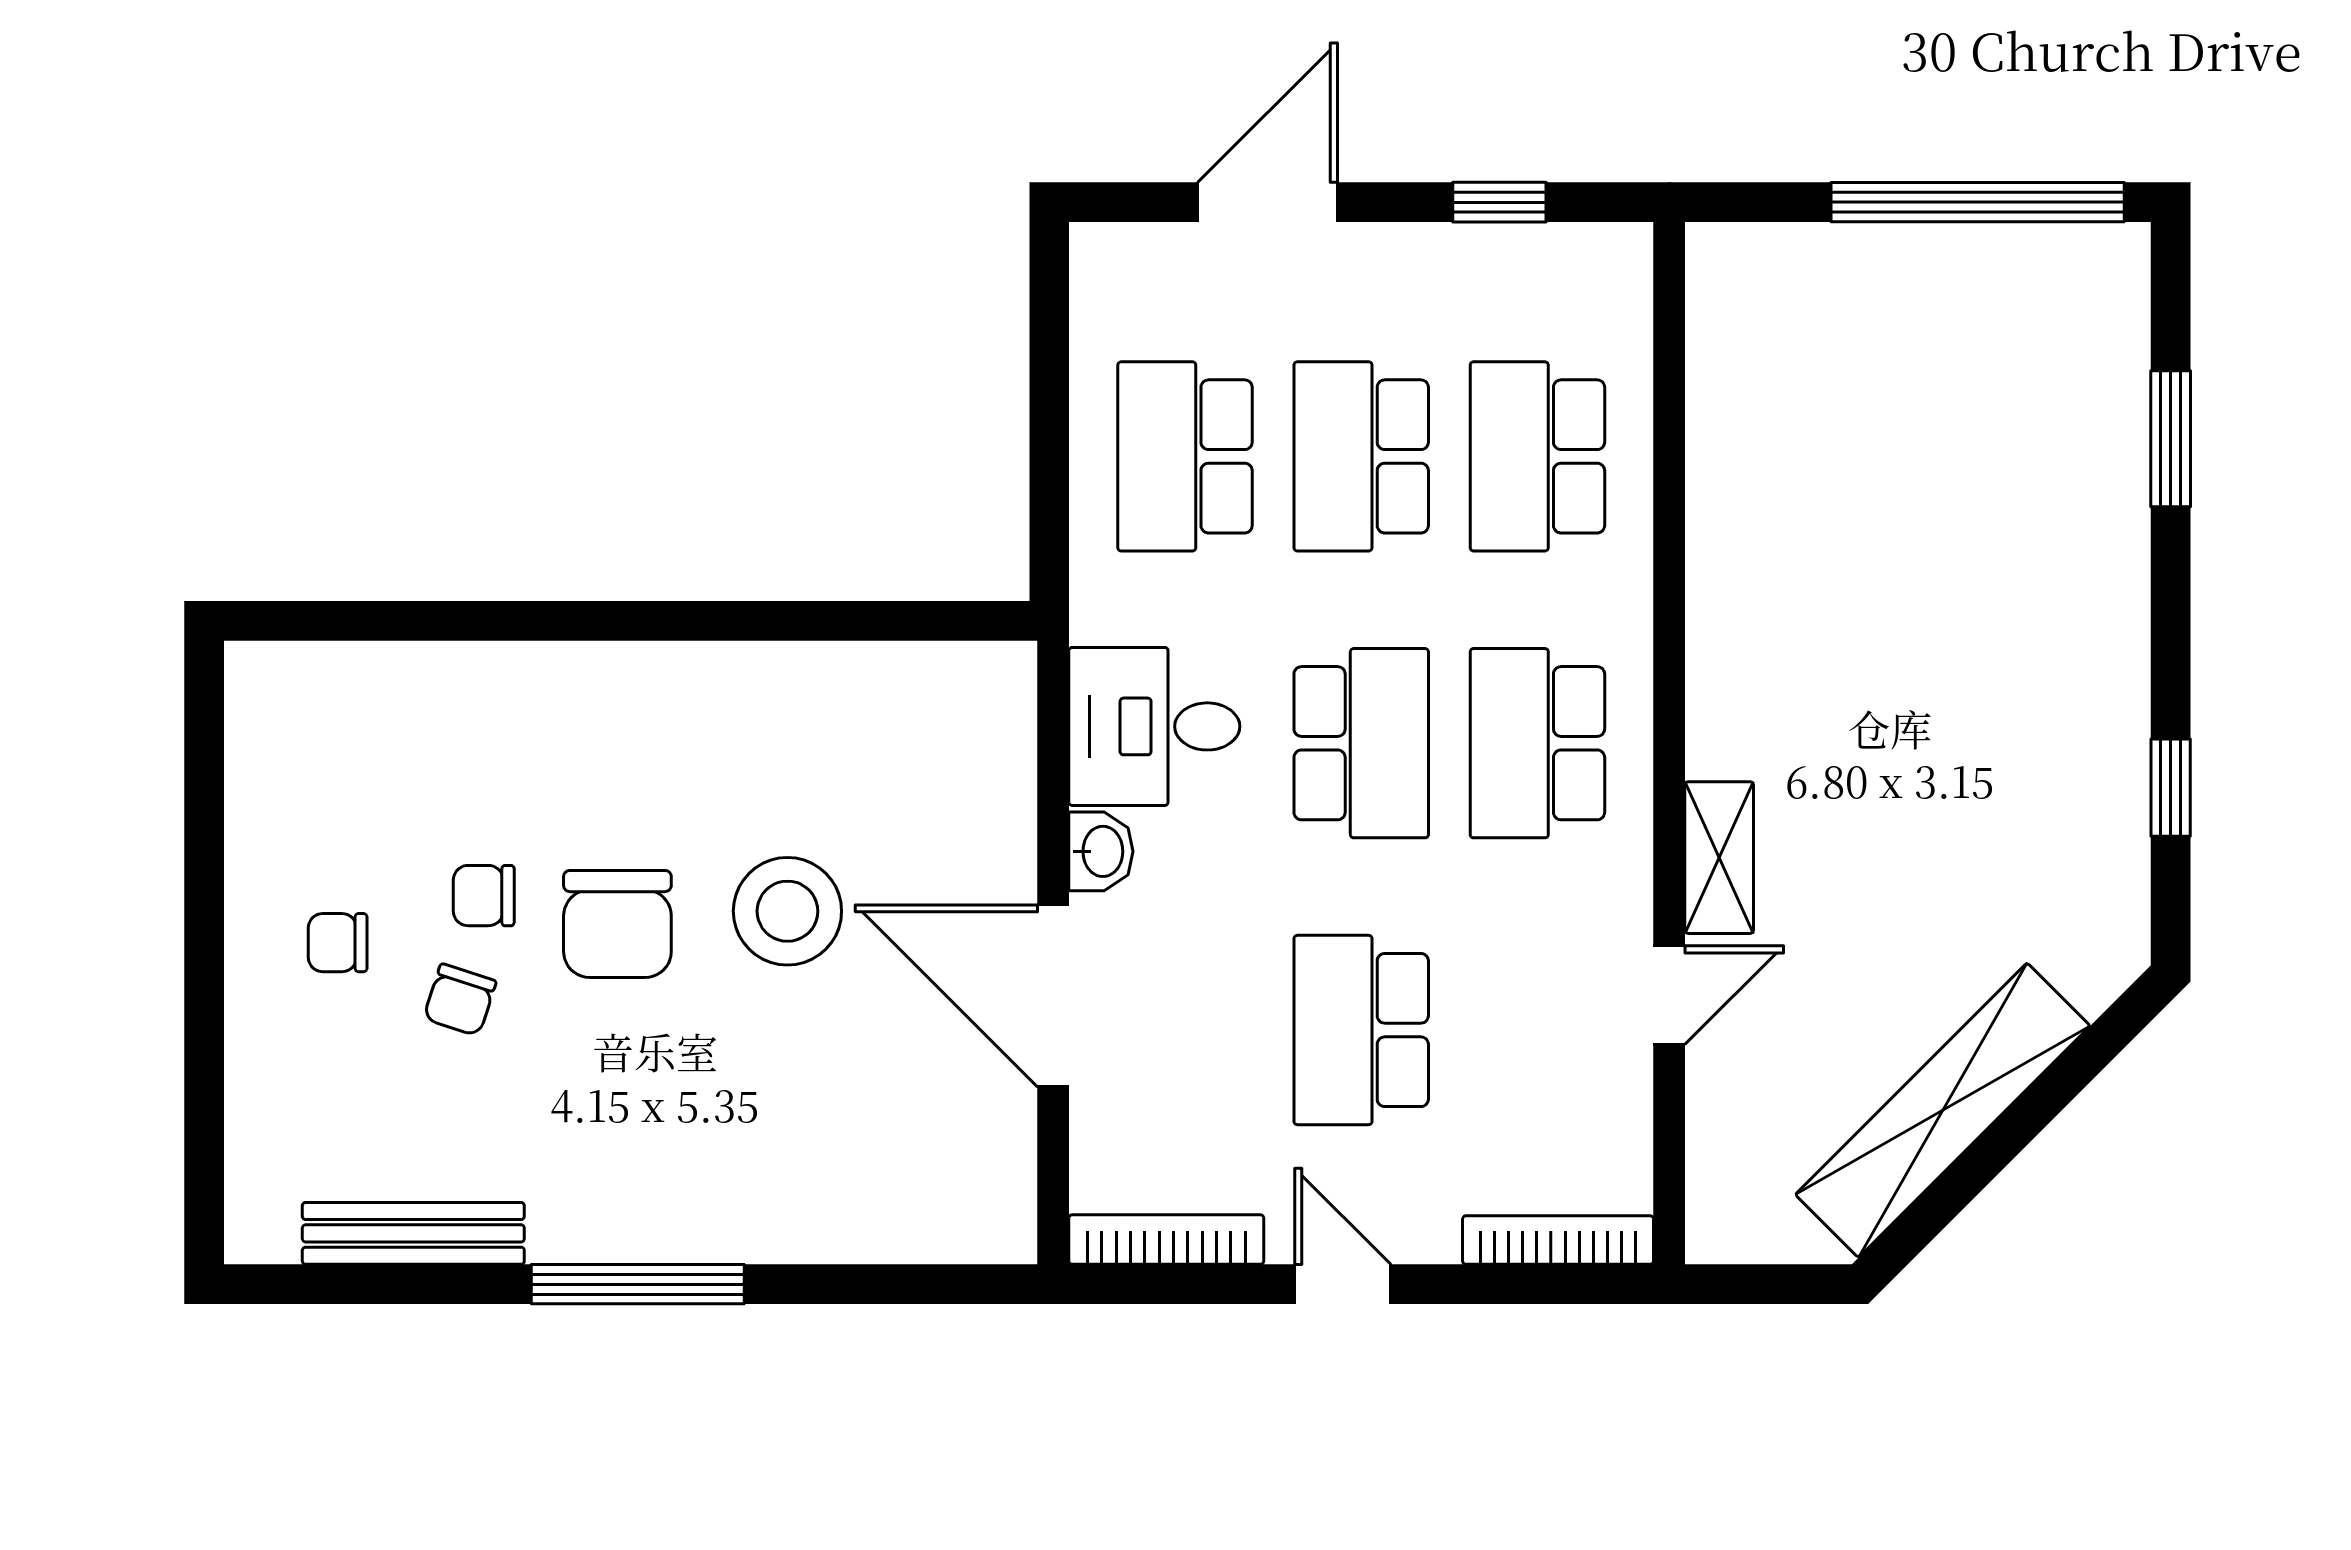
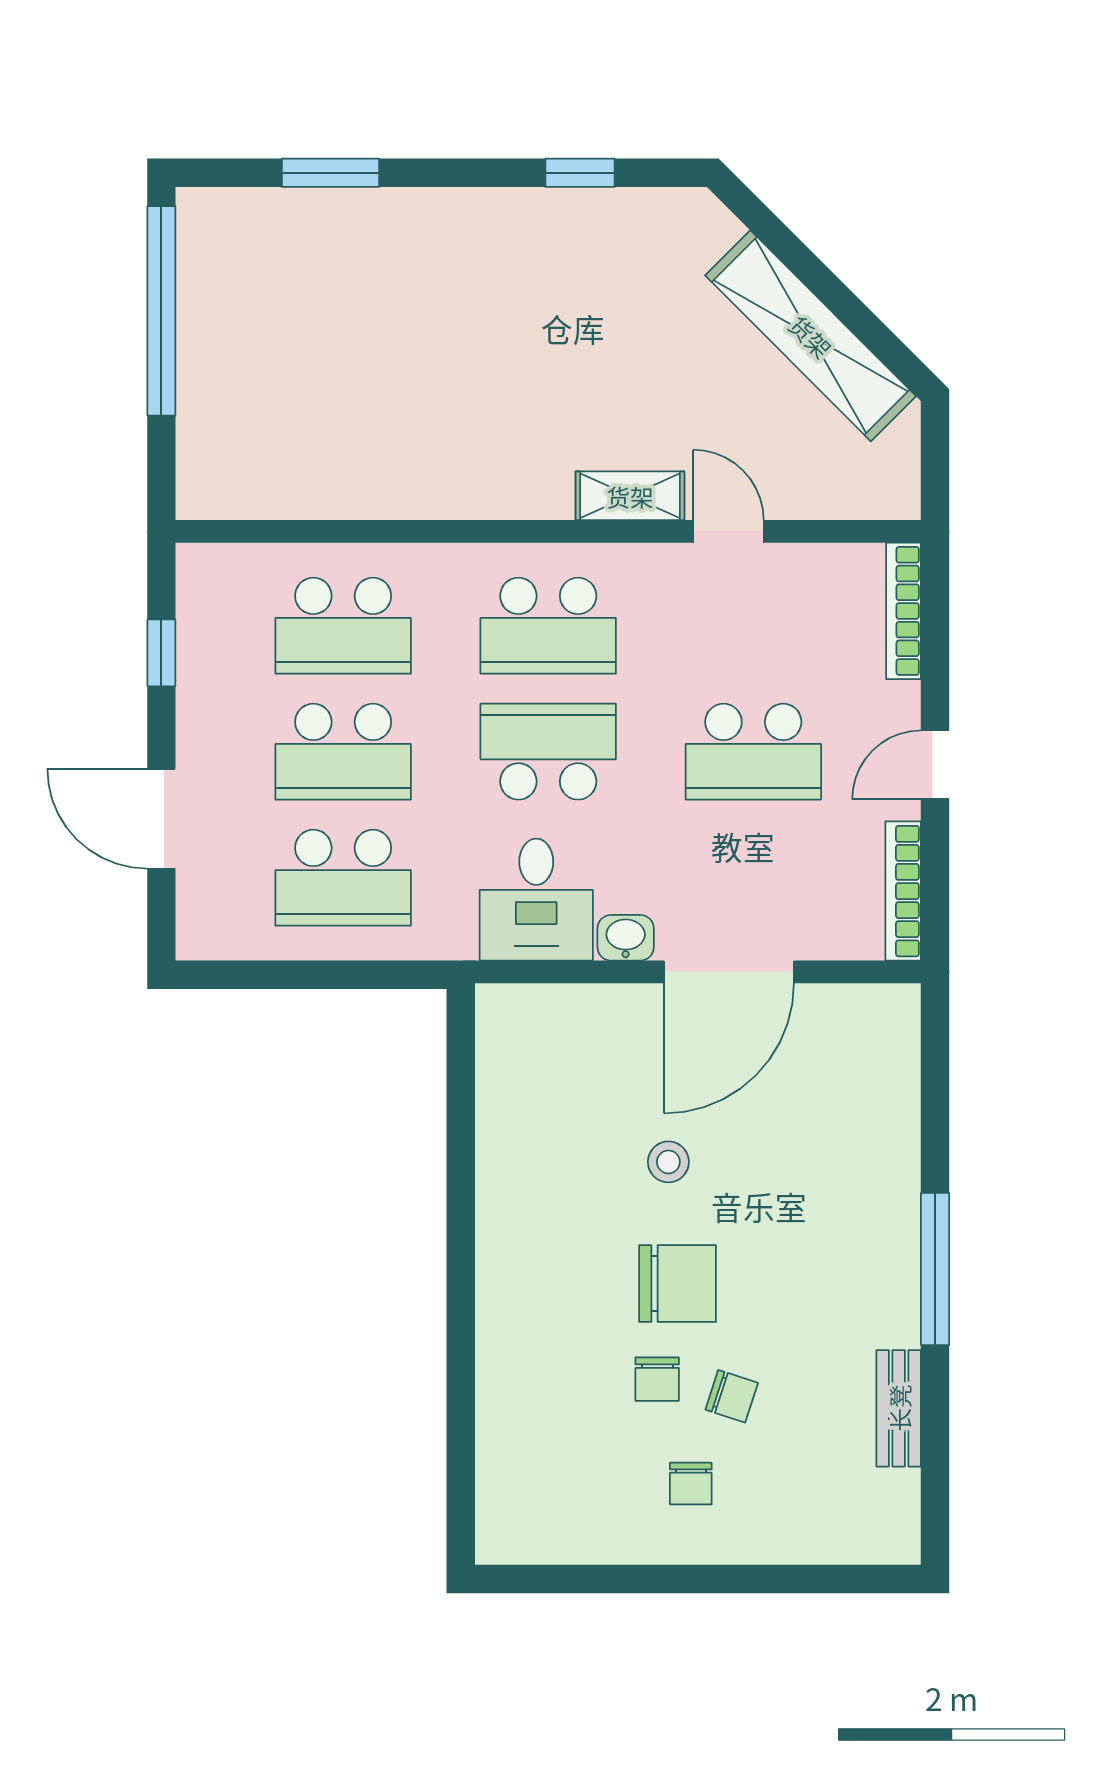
stool: (787, 911) -> (668, 1162), width x0.53, depth x0.53
bench: (413, 1233) -> (899, 1408), width x0.73

